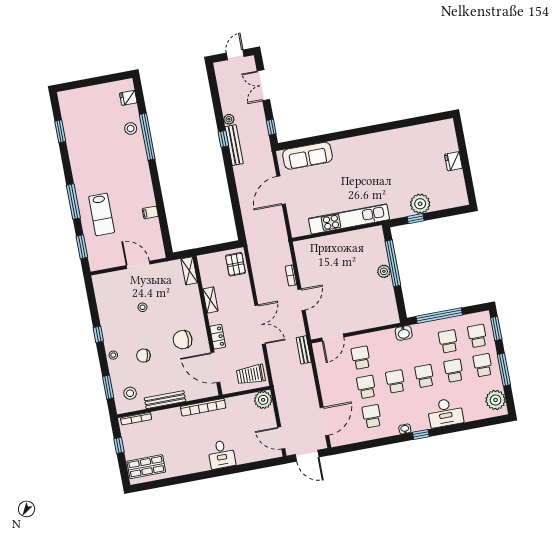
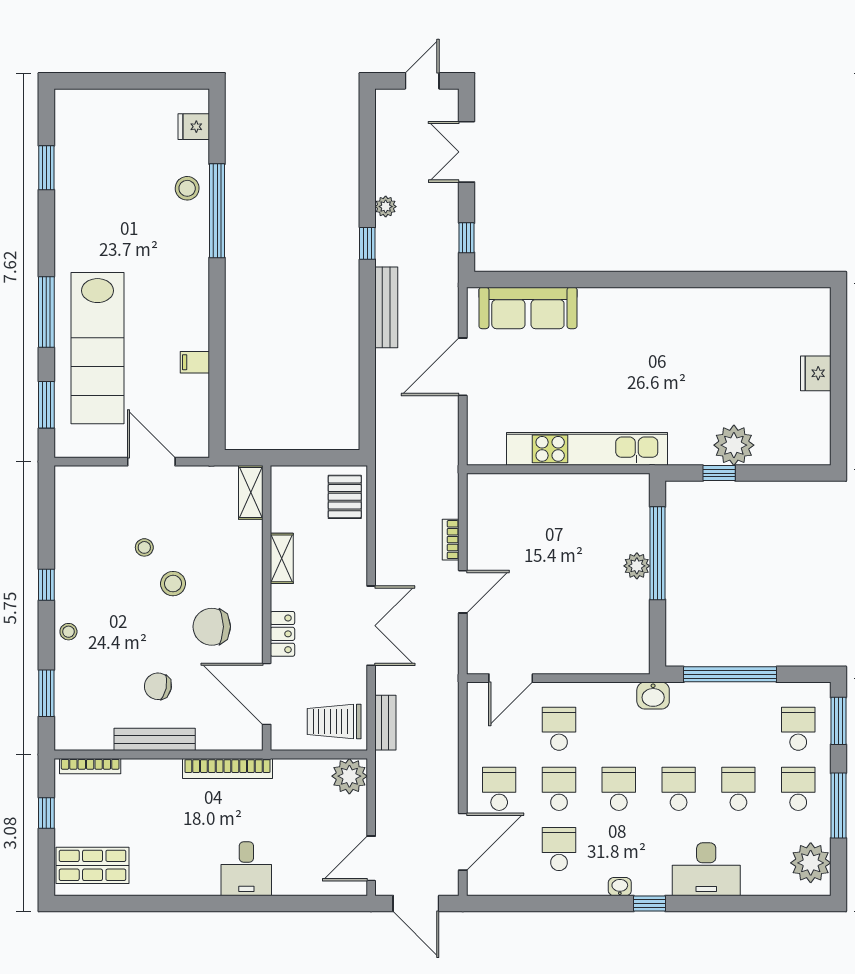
bench: (234, 145) -> (386, 307), moved
lab bench: (102, 214) -> (97, 348), width x1.86, depth x1.39
school desk: (448, 341) -> (499, 789), moved
bench: (304, 350) -> (385, 723), moved
chair: (143, 356) -> (158, 686), moved
stool: (130, 393) -> (173, 584), moved
door: (281, 438) -> (371, 858), hinge flipped

